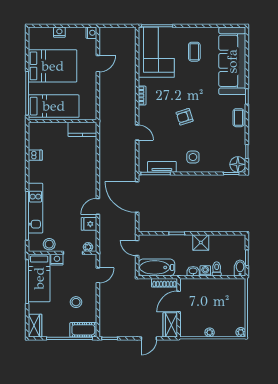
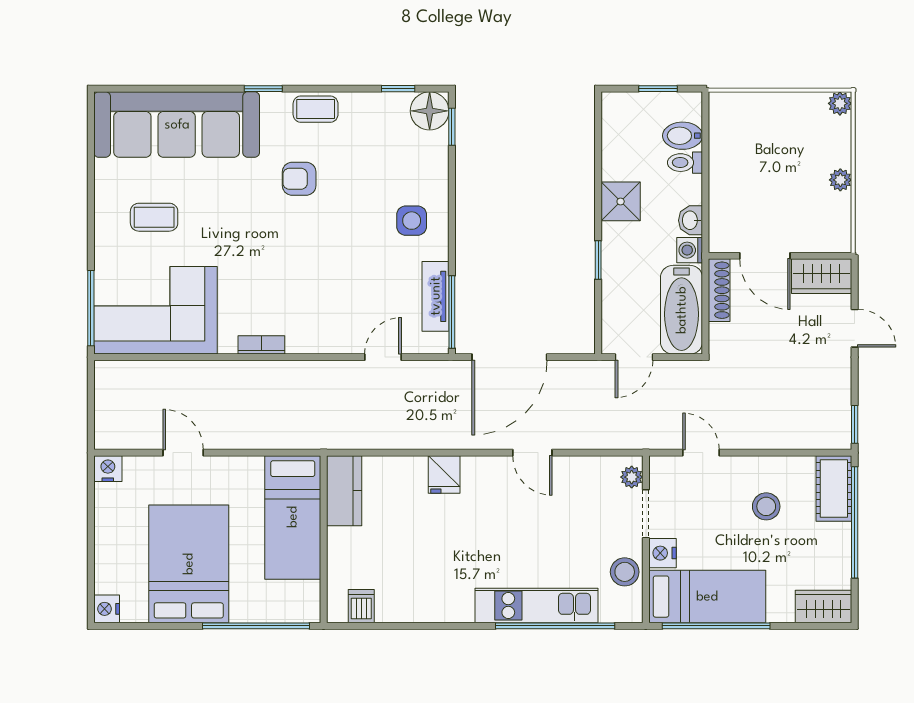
nightstand: (59, 32) -> (107, 609), moved
bed: (54, 106) -> (293, 517), moved, turned 180
armchair: (185, 117) -> (299, 179), moved, turned 108
door: (137, 132) -> (383, 357), moved
dishwasher: (35, 155) -> (361, 606), moved
fridge: (89, 224) -> (444, 474), moved
bidet: (240, 268) -> (683, 136), moved
washing machine: (205, 271) -> (690, 250), moved

